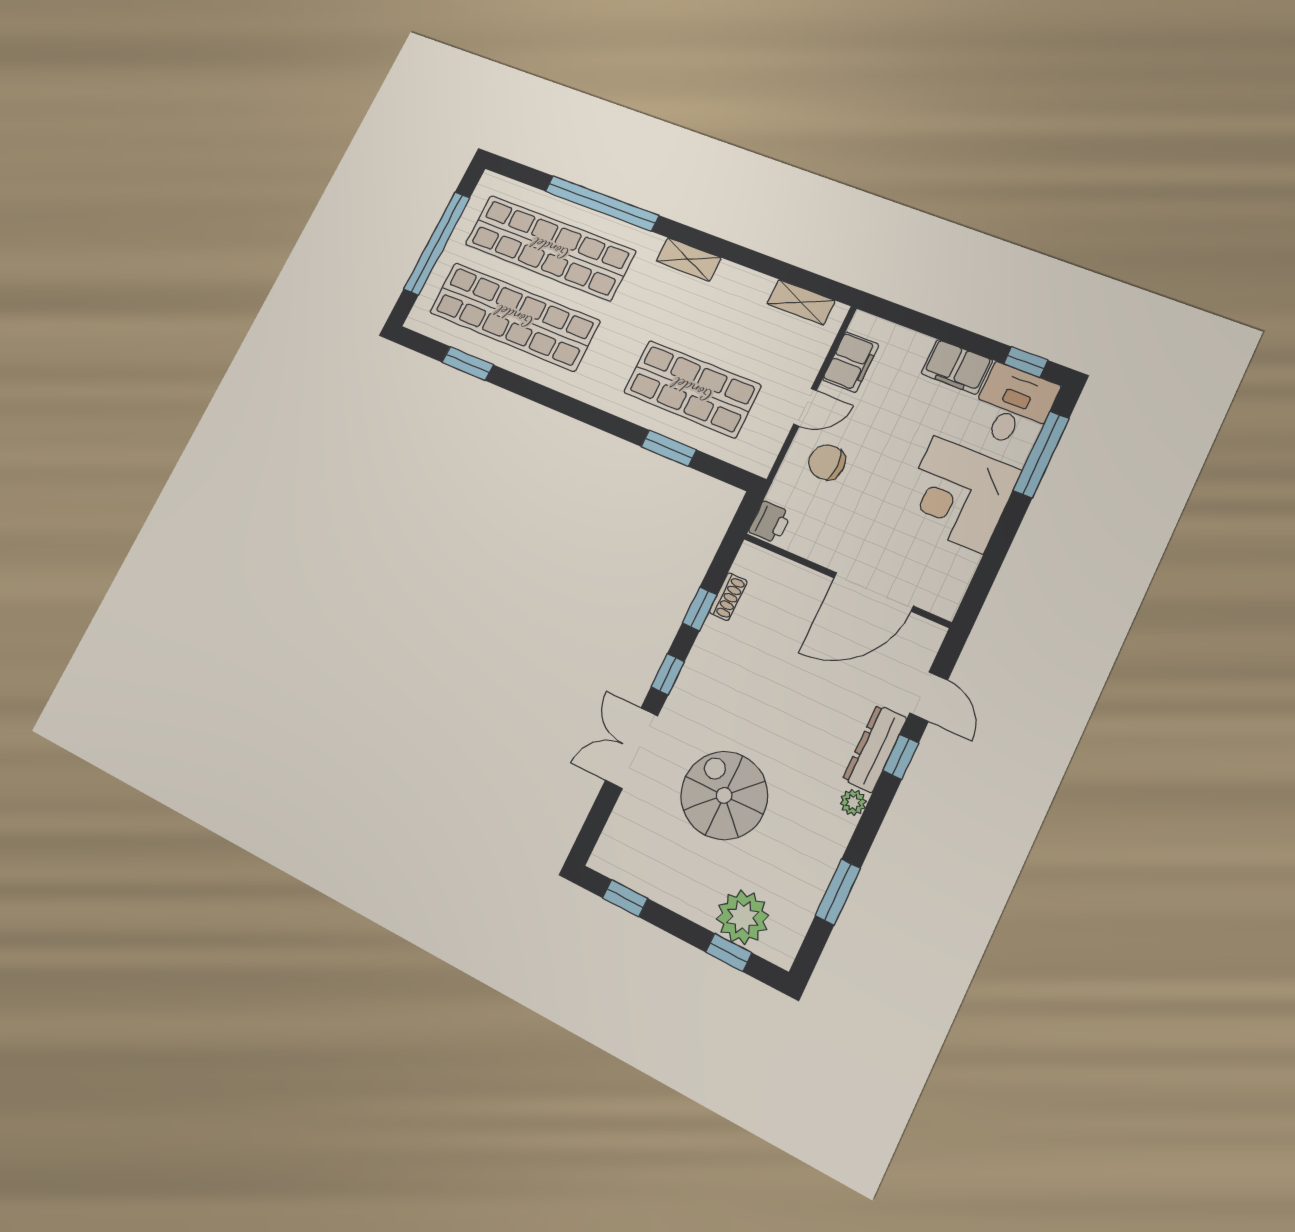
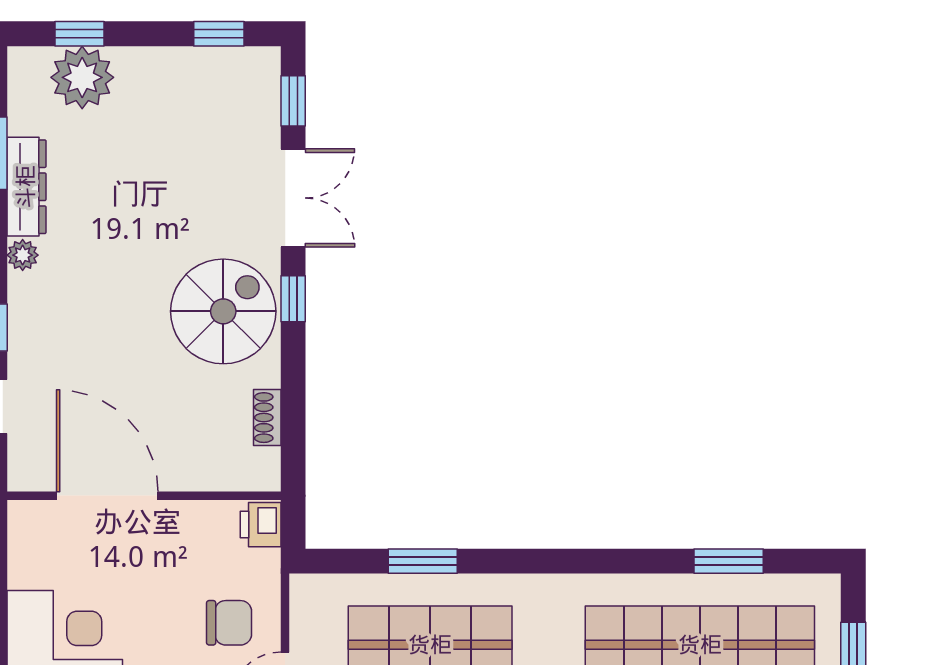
door: (873, 592) -> (107, 496), hinge flipped
window: (700, 609) -> (293, 101), moved
dresser: (875, 749) -> (26, 187), moved
spiral stairs: (724, 795) -> (223, 311), moved, turned -90

